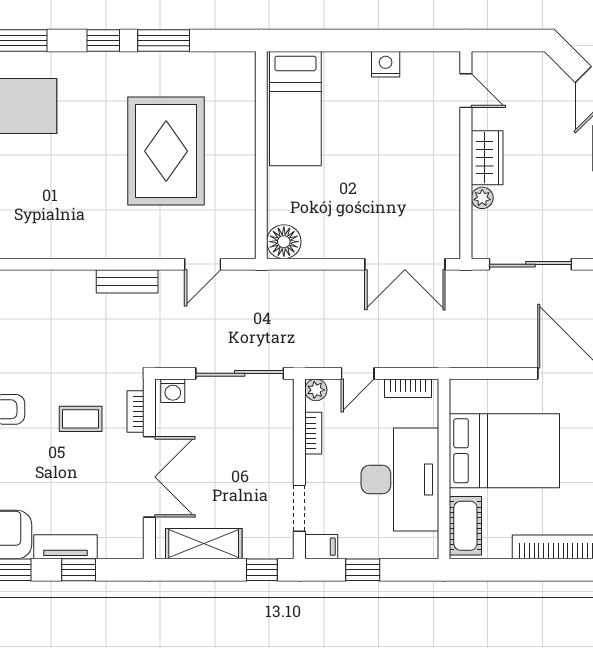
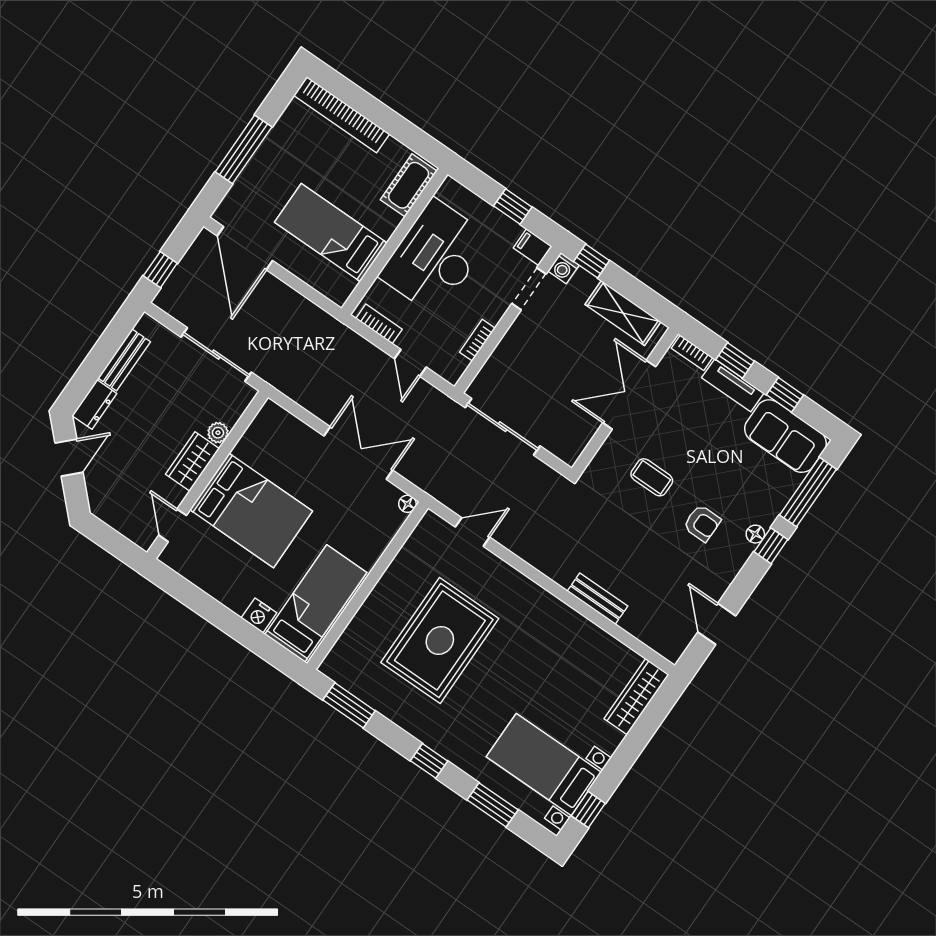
window: (164, 41) -> (349, 705), moved
nightstand: (386, 64) -> (259, 615), moved
bed: (407, 151) -> (251, 510), added
floor lamp: (284, 242) -> (407, 504), width x0.53, depth x0.53
double door: (405, 264) -> (358, 453), moved
bench: (127, 281) -> (597, 599), moved
door: (358, 373) -> (410, 363), swing flipped
plant: (316, 390) -> (452, 373), removed
washing machine: (173, 391) -> (564, 268), moved, turned 180
bookcase: (136, 412) -> (692, 353), moved, turned 90
bed: (504, 451) -> (331, 233), width x0.67

